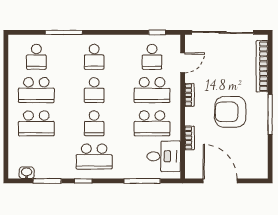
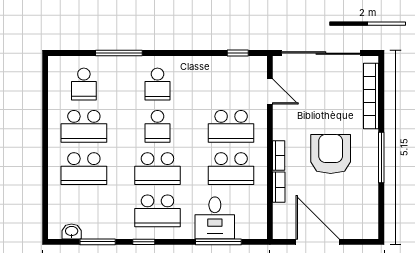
school desk: (152, 57) -> (231, 84), removed
door: (183, 63) -> (270, 92), hinge flipped
bookcase: (189, 95) -> (279, 156), moved
armchair: (230, 112) -> (331, 154), turned 90
school desk: (94, 123) -> (157, 169), width x1.85
desk: (164, 156) -> (215, 218), moved, turned 90

